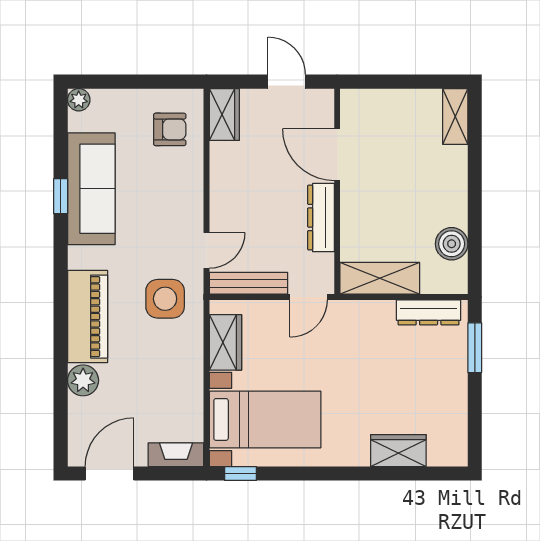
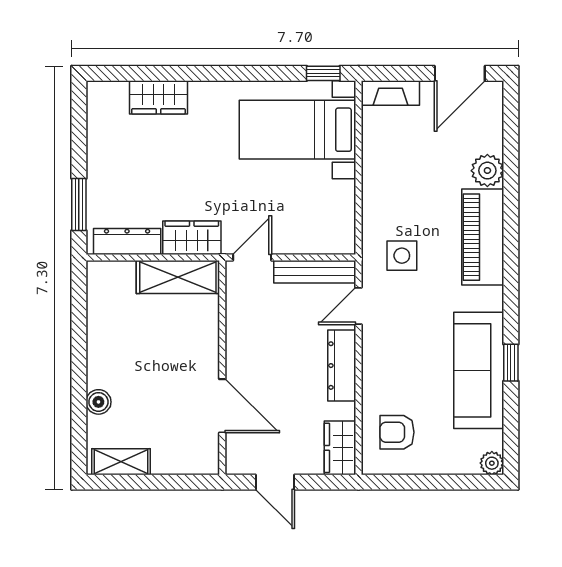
shelving: (455, 116) -> (121, 462), moved, turned 90
dresser: (321, 218) -> (342, 366), moved, turned 180
boiler: (452, 244) -> (98, 402), moved, width x0.73, depth x0.73
side table: (165, 299) -> (402, 256), width x0.73, depth x0.73
wardrobe: (225, 342) -> (192, 238), moved, turned 90

